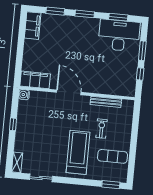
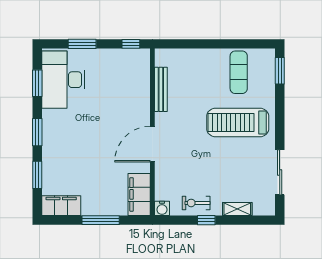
window: (20, 52) -> (101, 220), added
window: (140, 74) -> (131, 44), moved
exercise bike: (101, 129) -> (196, 203), moved
shelving: (17, 162) -> (237, 209), moved
sliding door: (41, 178) -> (280, 172), width x1.37

